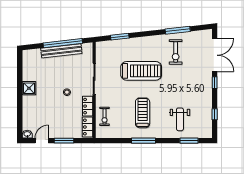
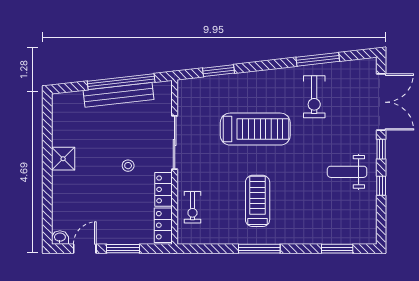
window: (215, 114) -> (381, 186), moved
weight bench: (180, 119) -> (347, 172), moved, turned 90

